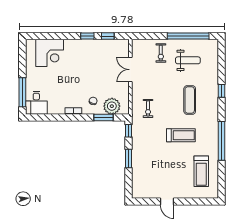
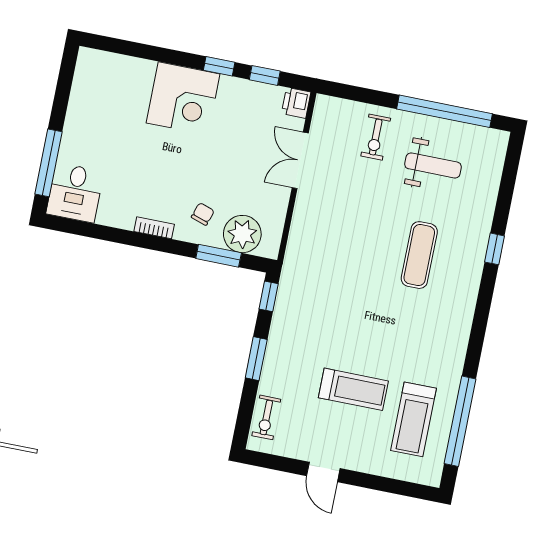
printer: (124, 45) -> (296, 103), added
corner desk: (50, 53) -> (183, 98), moved
exercise bike: (148, 108) -> (266, 417), moved
treadmill: (181, 135) -> (353, 389), moved
window: (221, 141) -> (460, 421), moved

